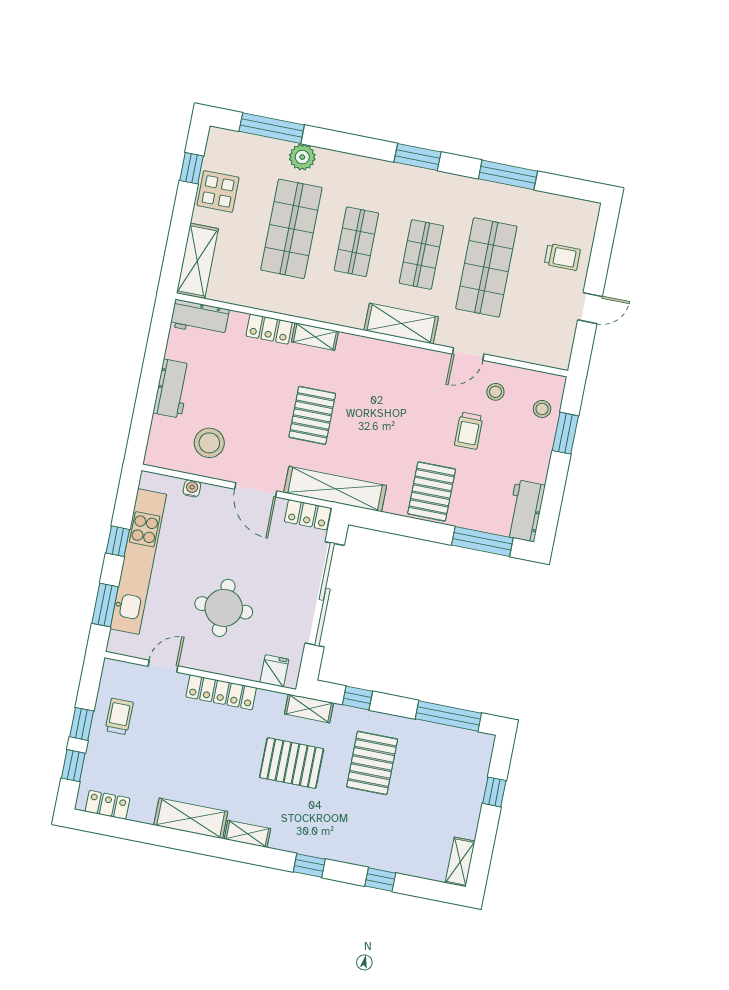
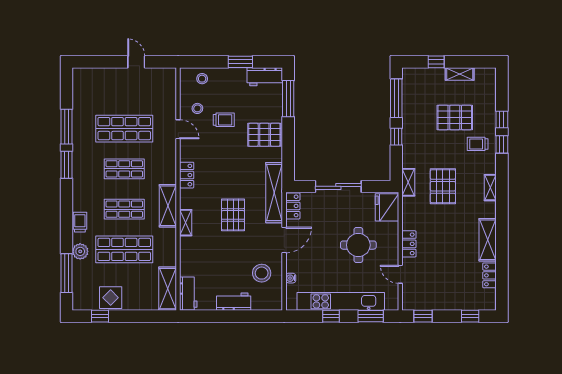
window: (417, 157) -> (67, 165), moved
trolley: (562, 257) -> (80, 222), moved
shelving: (197, 261) -> (168, 289), moved, turned 90
shelving: (401, 324) -> (168, 206), moved
locker: (269, 329) -> (187, 175), moved
pallet: (312, 415) -> (233, 215), turned 90
window: (565, 433) -> (240, 62), moved
sliding door: (325, 594) -> (338, 186), width x0.73
fridge: (274, 671) -> (387, 207), width x1.88, depth x1.34
locker: (221, 692) -> (409, 244), width x0.66
window: (357, 698) -> (396, 137), moved
trolley: (119, 716) -> (478, 144), moved
window: (82, 724) -> (423, 316), moved
pallet: (372, 763) -> (455, 117), moved
locker: (107, 805) -> (490, 275), moved
shelving: (247, 834) -> (490, 188), moved
shelving: (460, 862) -> (460, 74), moved
window: (309, 865) -> (502, 144), moved

